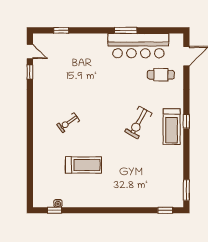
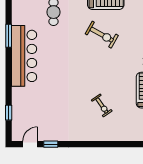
window: (126, 30) -> (9, 36), moved
bar counter: (138, 46) -> (24, 56), moved

